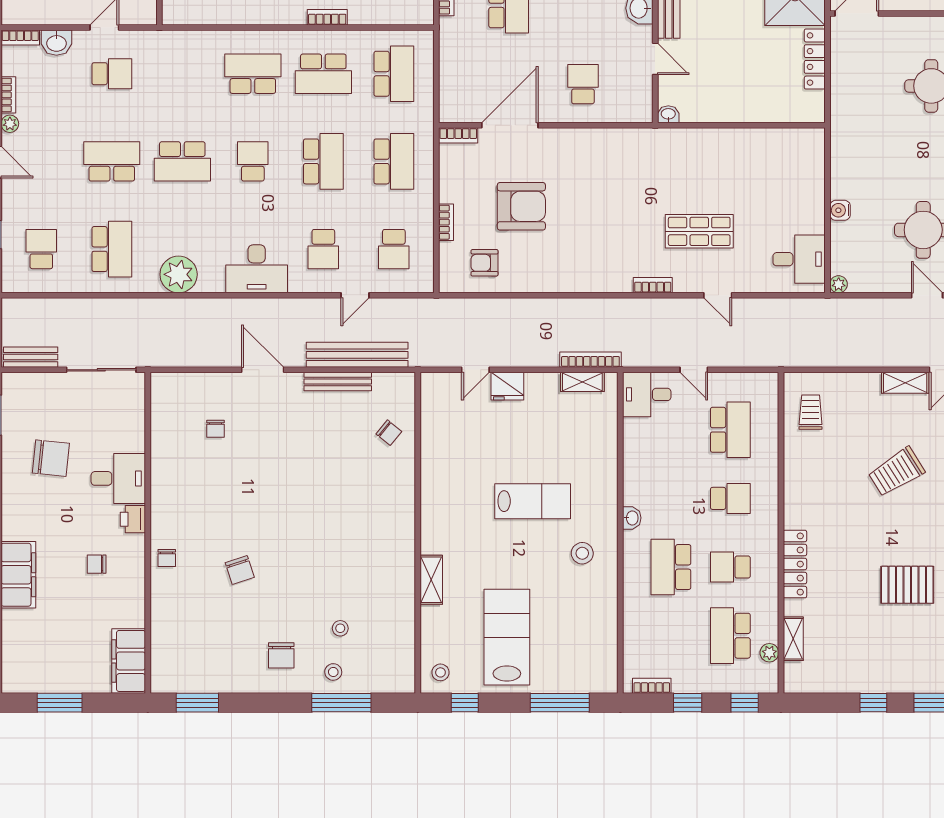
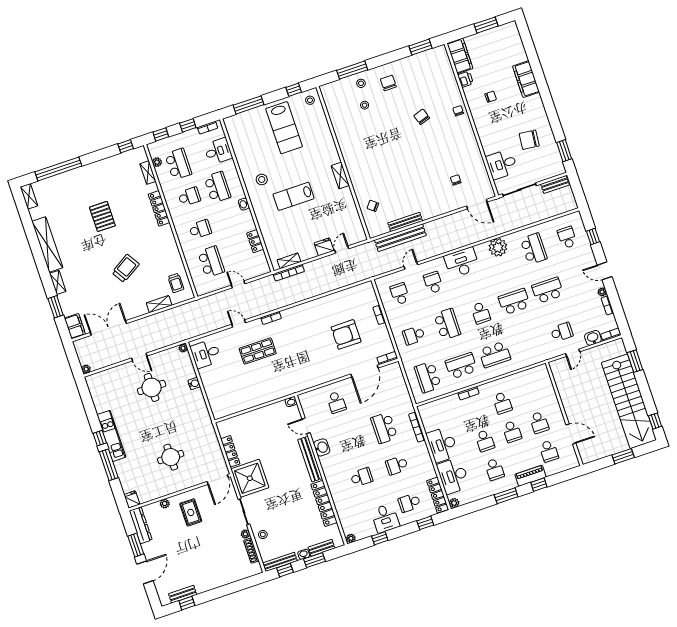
school desk: (112, 74) -> (562, 332), turned 180
school desk: (112, 161) -> (548, 290), turned 180
school desk: (323, 161) -> (447, 324), turned 180
school desk: (394, 161) -> (414, 335), width x0.54
school desk: (41, 249) -> (567, 237), turned 180
school desk: (112, 249) -> (534, 249), turned 180
armchair: (485, 263) -> (355, 302), removed
door: (263, 370) -> (477, 204), moved
shelving: (905, 383) -> (159, 304), moved
desk: (647, 394) -> (218, 151), moved
school desk: (730, 430) -> (211, 262), turned 180
locker: (634, 441) -> (255, 241), added
desk: (118, 478) -> (502, 164), moved
school desk: (730, 498) -> (200, 229), turned 180
printer: (133, 519) -> (465, 79), moved
shelving: (431, 580) -> (340, 176), moved
pallet: (907, 585) -> (102, 216), turned 90
window: (873, 703) -> (126, 146), moved

